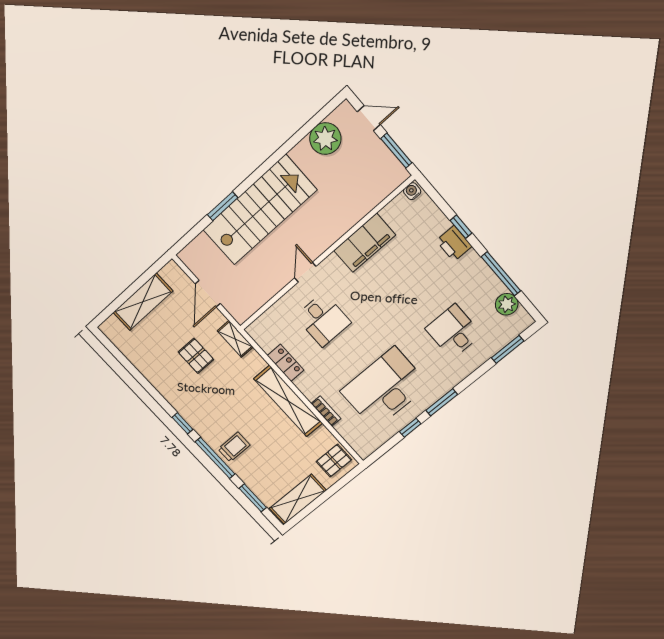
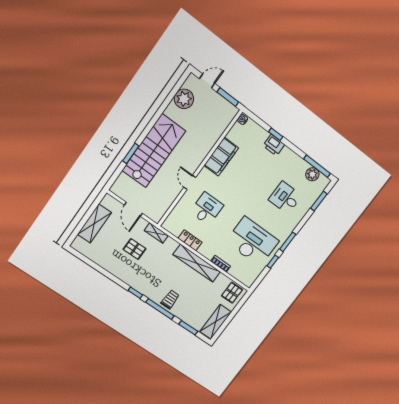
window: (501, 274) -> (317, 166), moved
desk: (323, 320) -> (207, 209), turned -90
desk: (384, 388) -> (252, 241), turned 90

